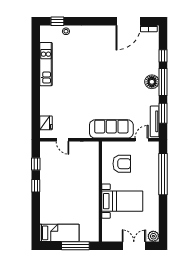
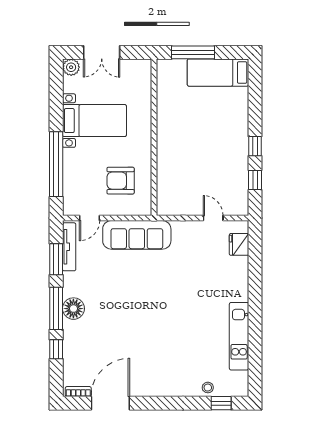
bed with nightstands: (122, 201) -> (94, 121), moved, turned 180

